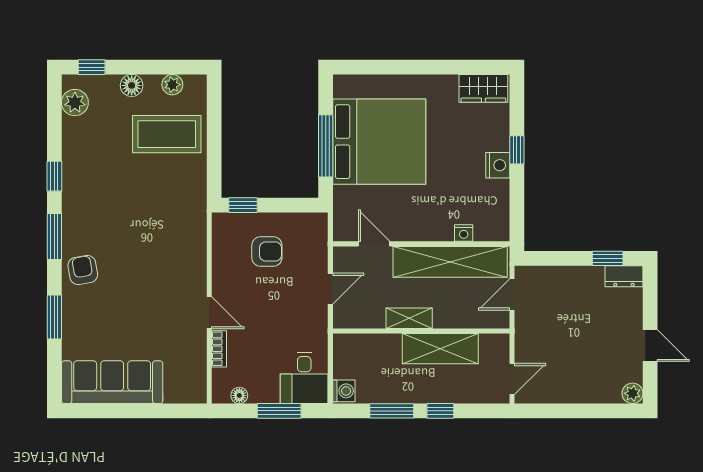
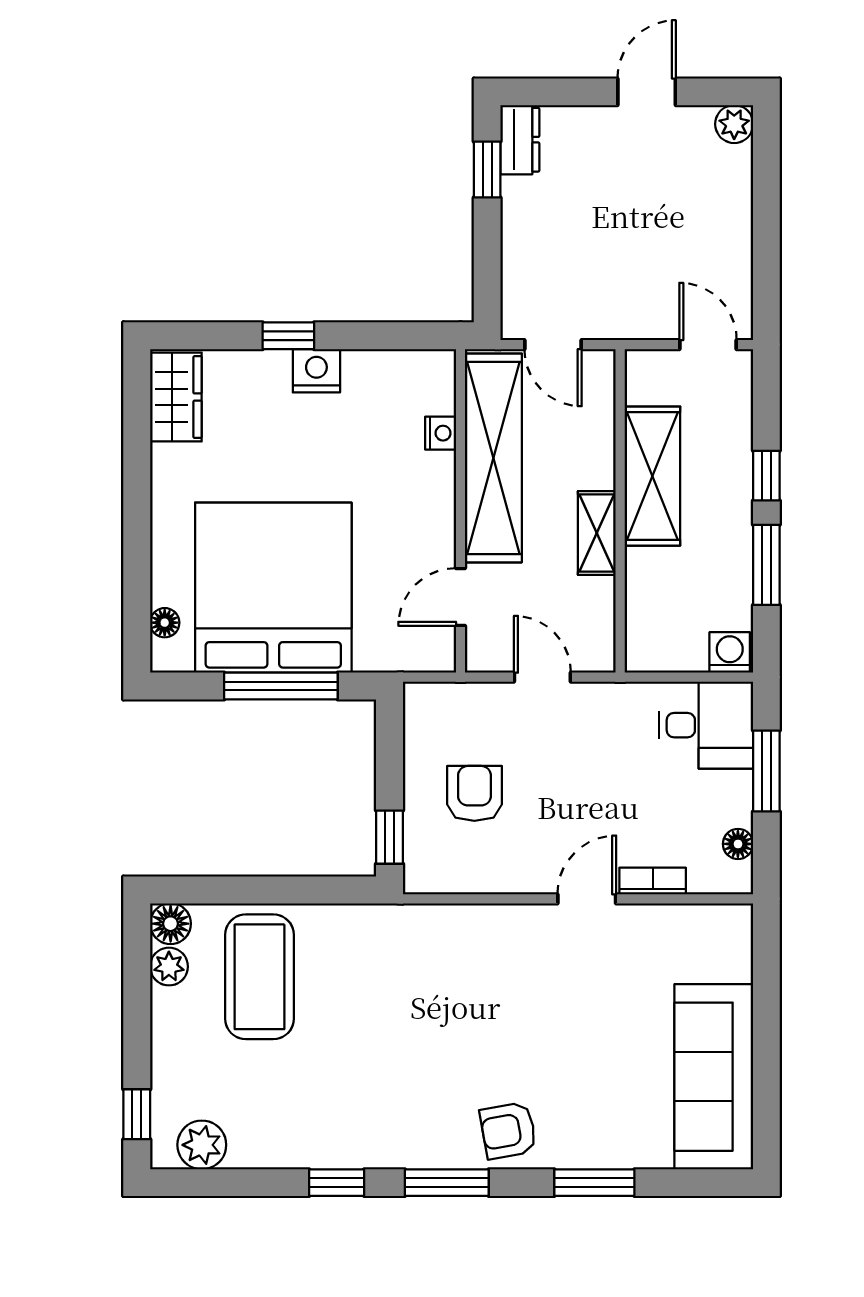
floor lamp: (360, 82) -> (165, 623), added
floor lamp: (132, 85) -> (171, 924), moved

